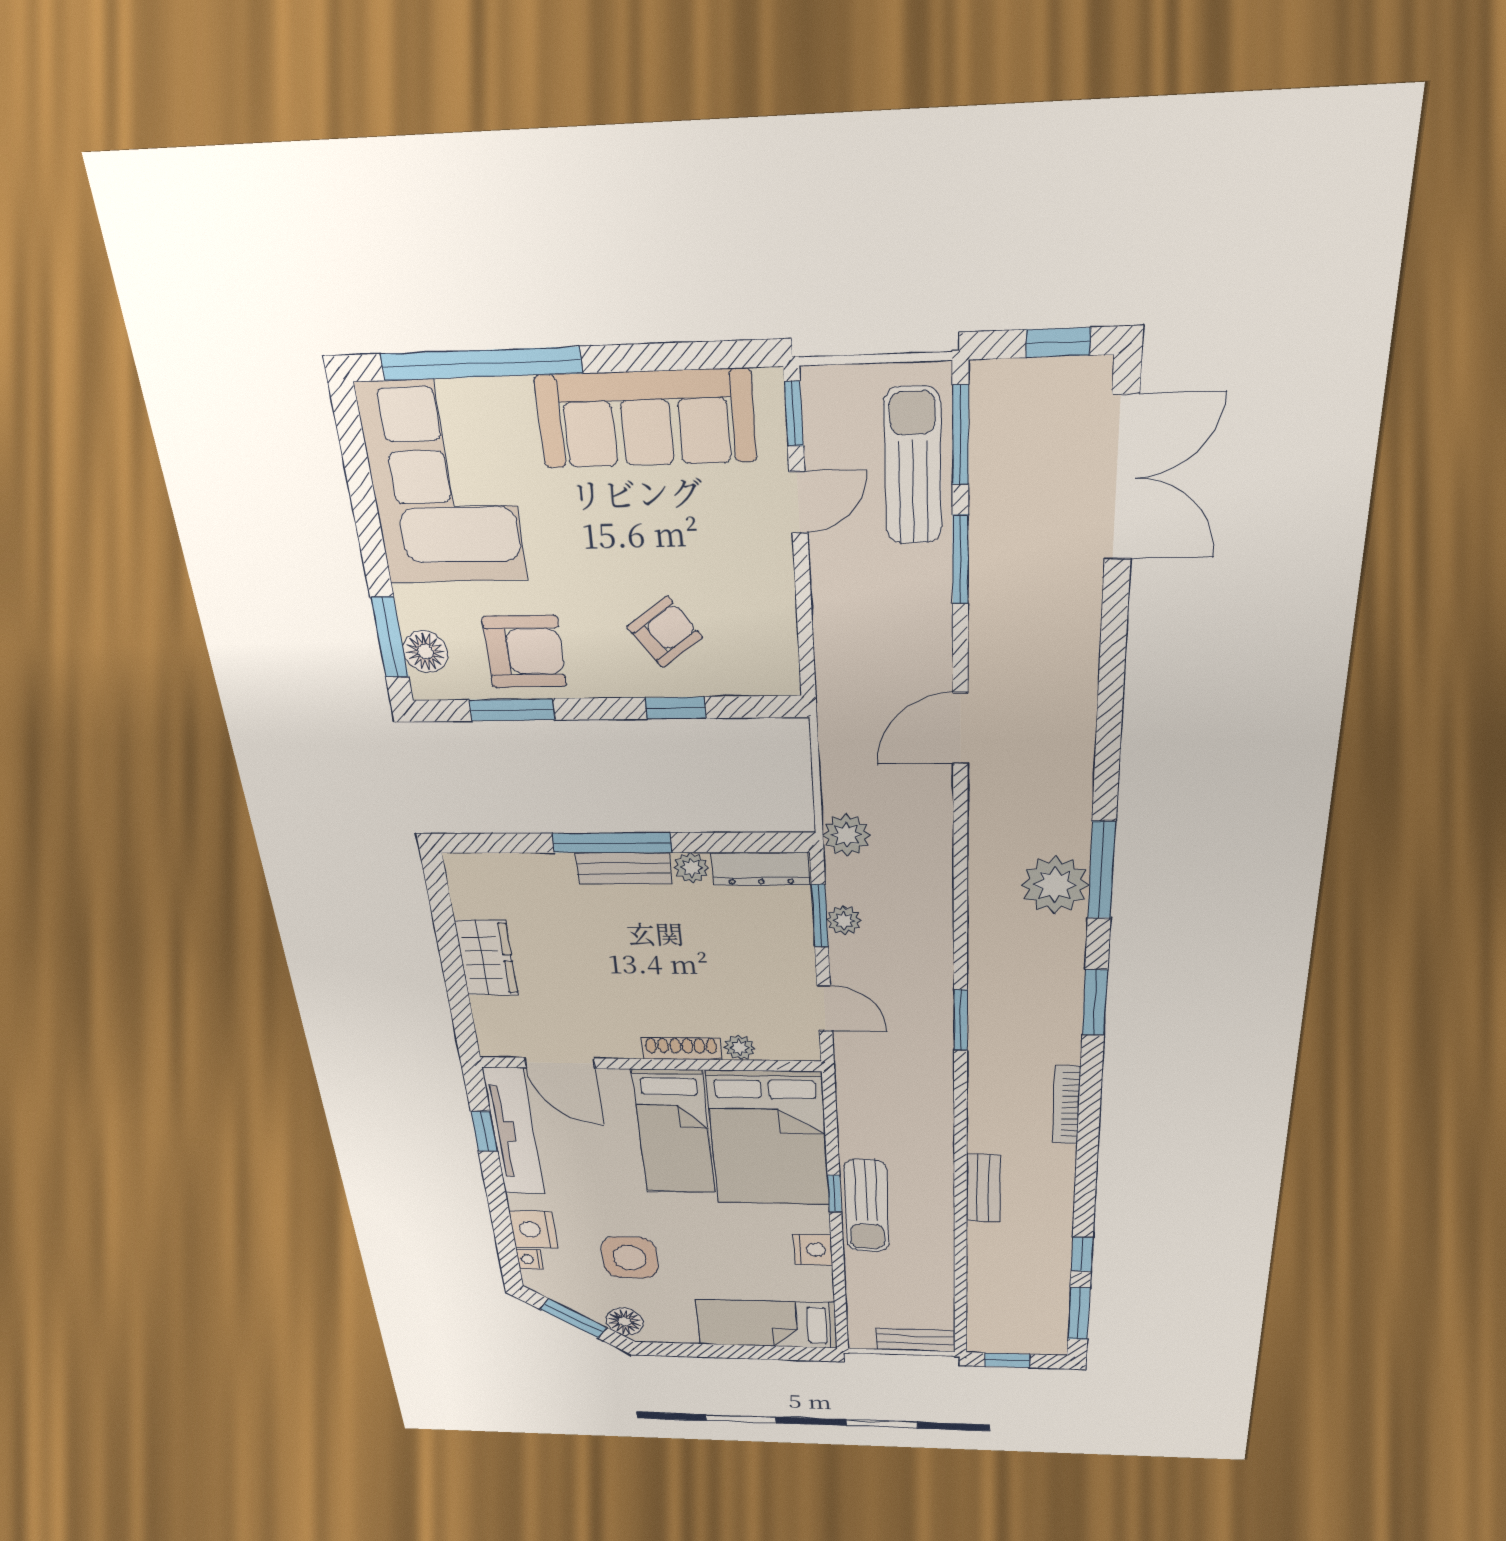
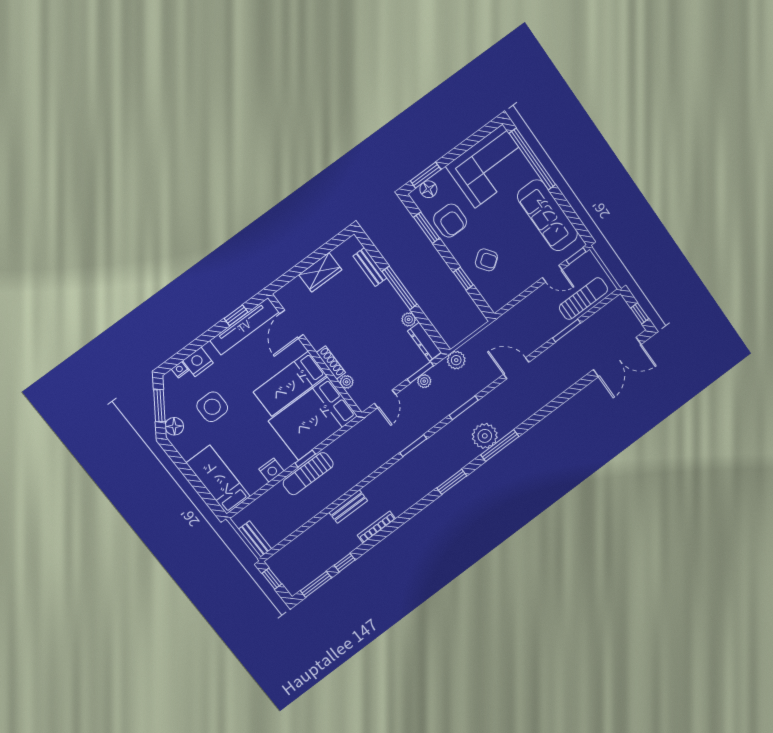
window: (960, 435) -> (464, 408), moved
bench: (624, 868) -> (370, 267), moved
bookcase: (1066, 1105) -> (376, 527), moved

